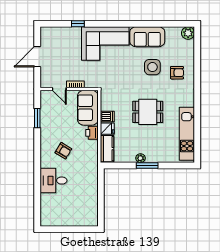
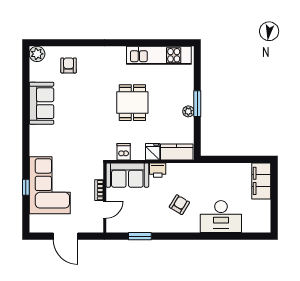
corner sofa: (105, 44) -> (50, 185), moved
side table: (152, 67) -> (78, 97), removed
armchair: (177, 73) -> (69, 65), moved
dishwasher: (107, 117) -> (124, 152), moved
desk: (53, 181) -> (221, 217), width x1.37
filing cabinet: (83, 218) -> (261, 181), added

